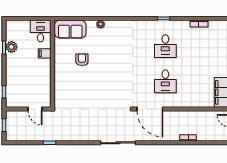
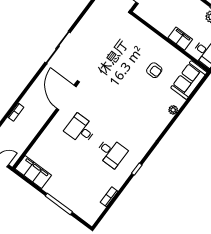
desk: (165, 46) -> (111, 152), turned 180
filing cabinet: (45, 53) -> (180, 39), width x2.00
door: (150, 109) -> (66, 98), hinge flipped

